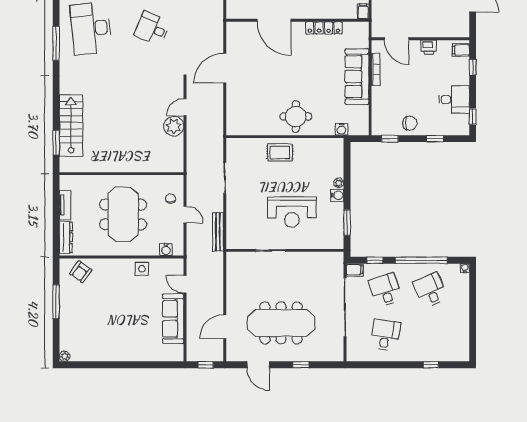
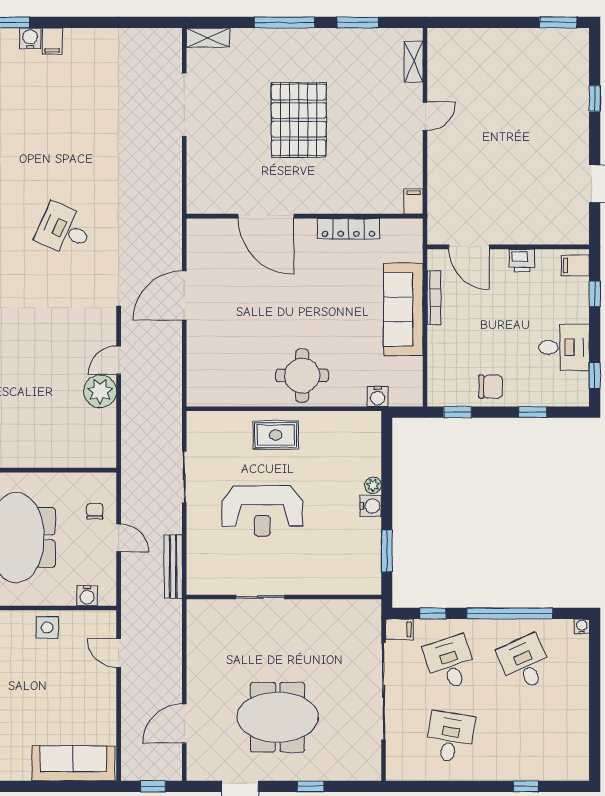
reception desk: (292, 212) -> (262, 511), moved
sofa: (173, 319) -> (73, 763), moved, turned 90
meeting table: (281, 323) -> (278, 717), width x0.73

